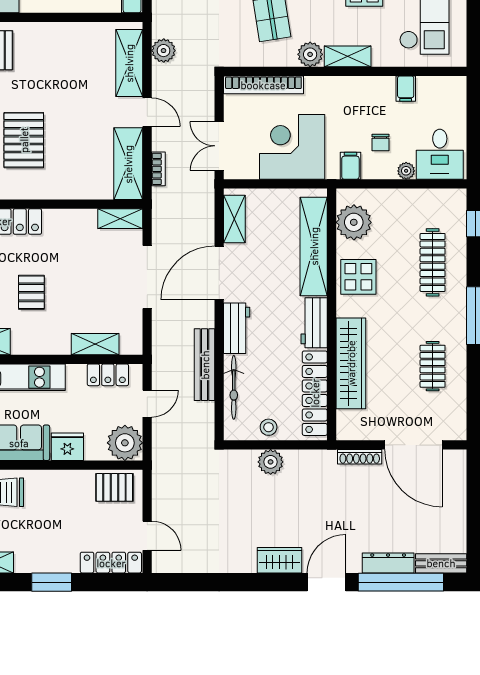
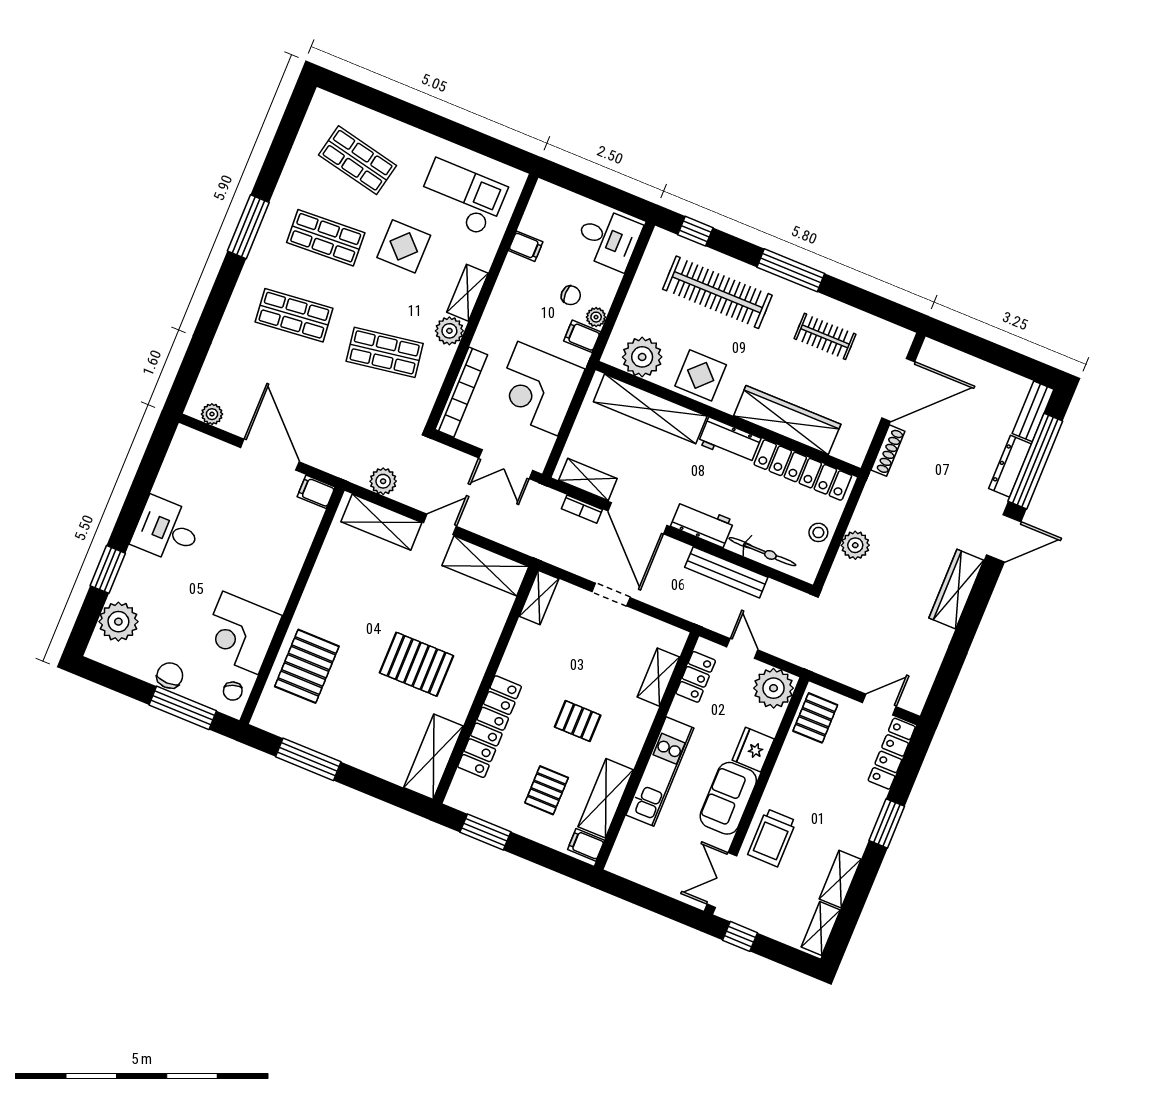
bookcase: (158, 169) -> (582, 509), moved, turned 180
plant: (406, 171) -> (596, 317), moved
clothes rail: (433, 262) -> (717, 292), width x1.37, depth x1.31
doorway: (147, 277) -> (611, 595), width x0.53
wardrobe: (280, 560) -> (956, 589), width x1.50
door: (327, 582) -> (1004, 538), swing flipped

